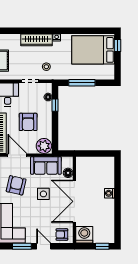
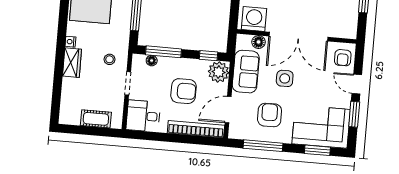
wardrobe: (37, 40) -> (72, 63), width x0.67
window: (55, 105) -> (164, 52), width x2.17
window: (55, 138) -> (208, 56), added
armchair: (16, 185) -> (270, 115), turned 76
washing machine: (84, 235) -> (254, 19), moved, turned 90
door: (44, 246) -> (357, 84), hinge flipped

